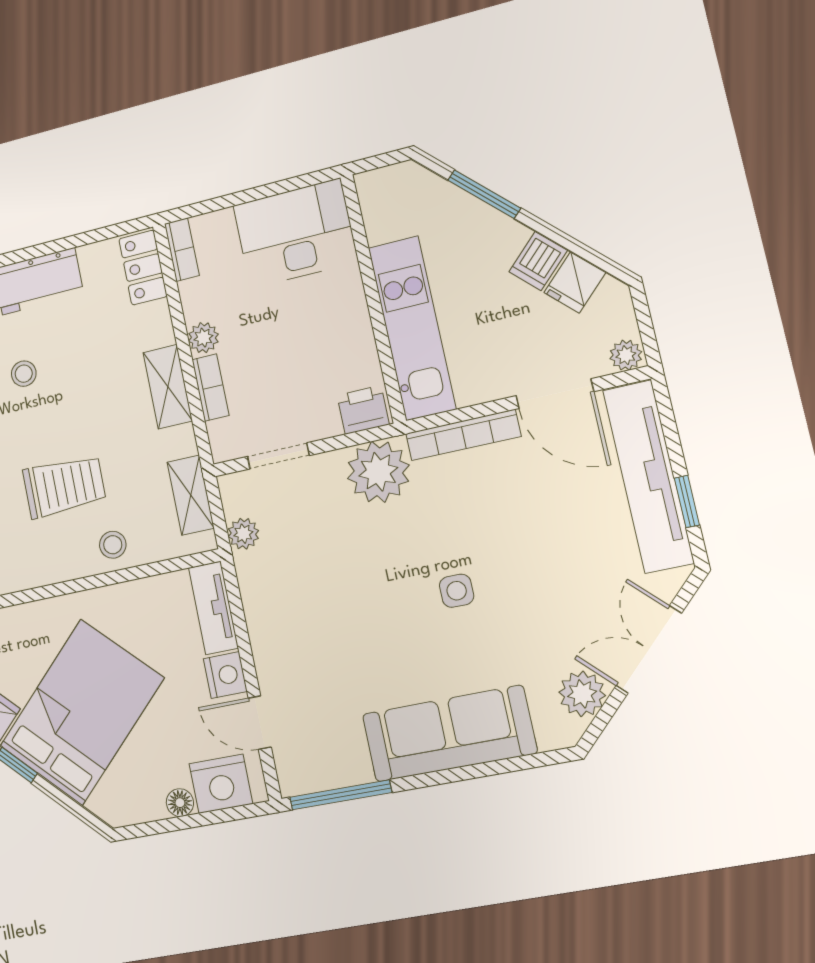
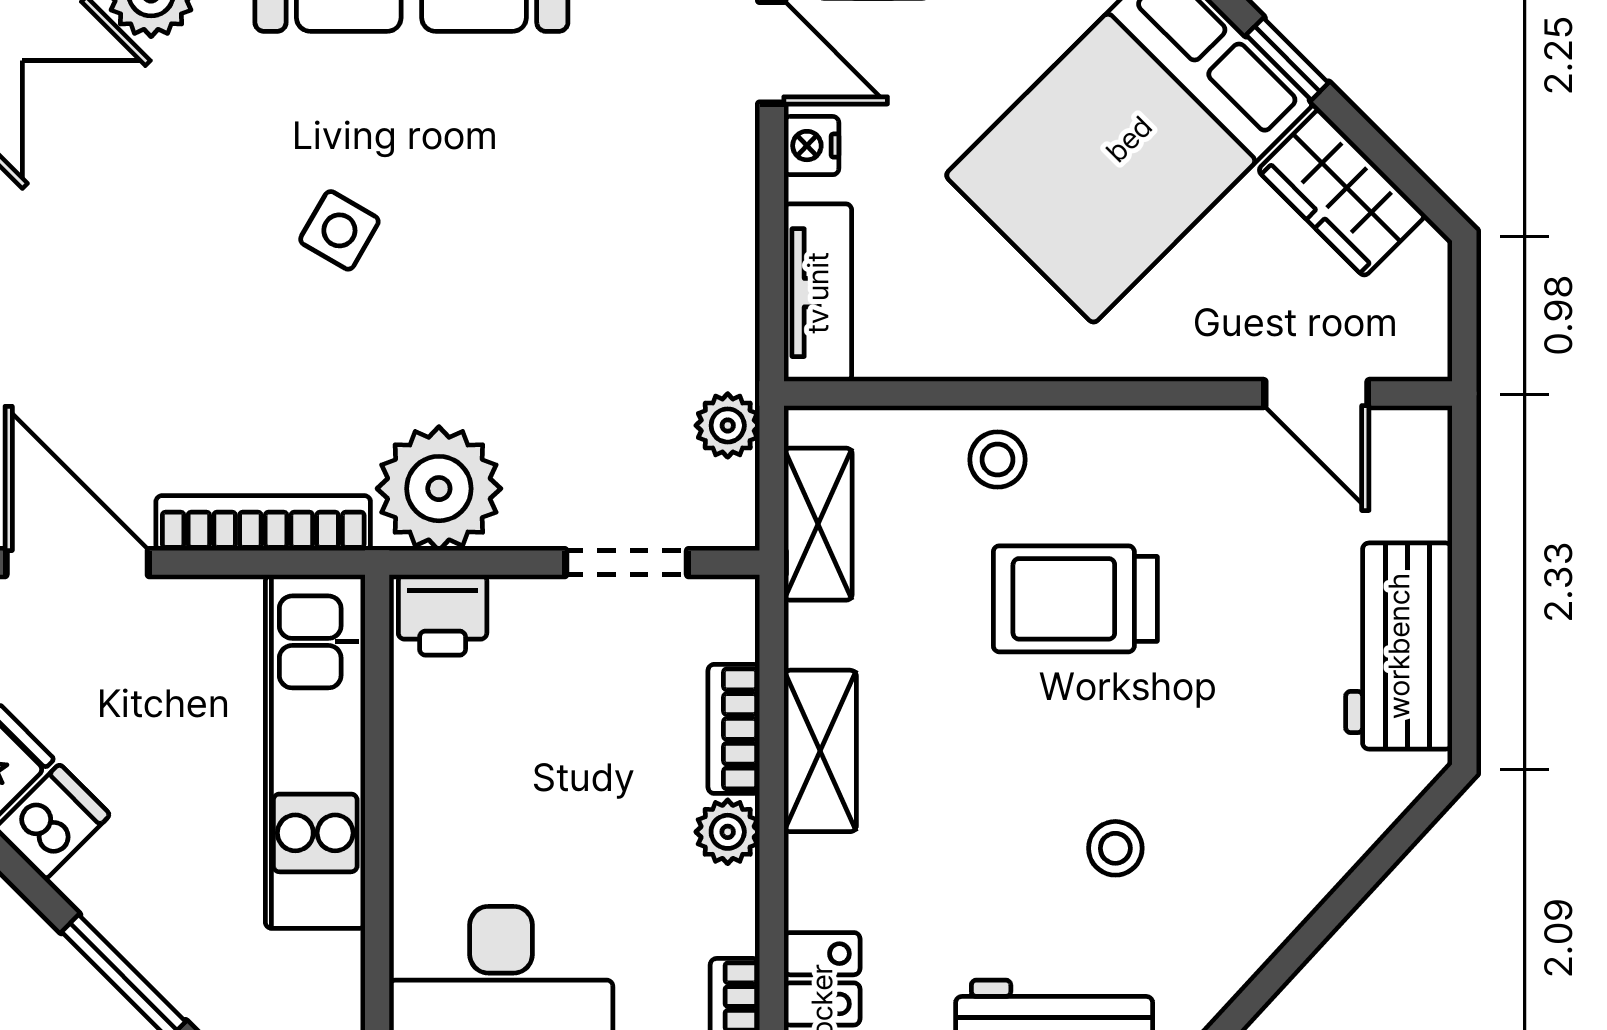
side table: (457, 591) -> (339, 230), turned 30
nightstand: (225, 675) -> (811, 146), width x0.72, depth x0.74

